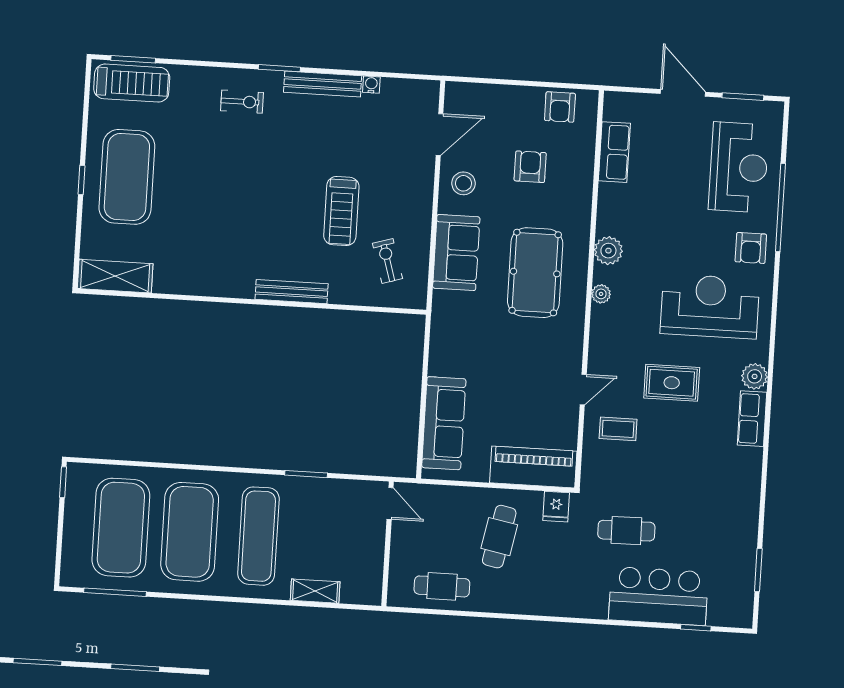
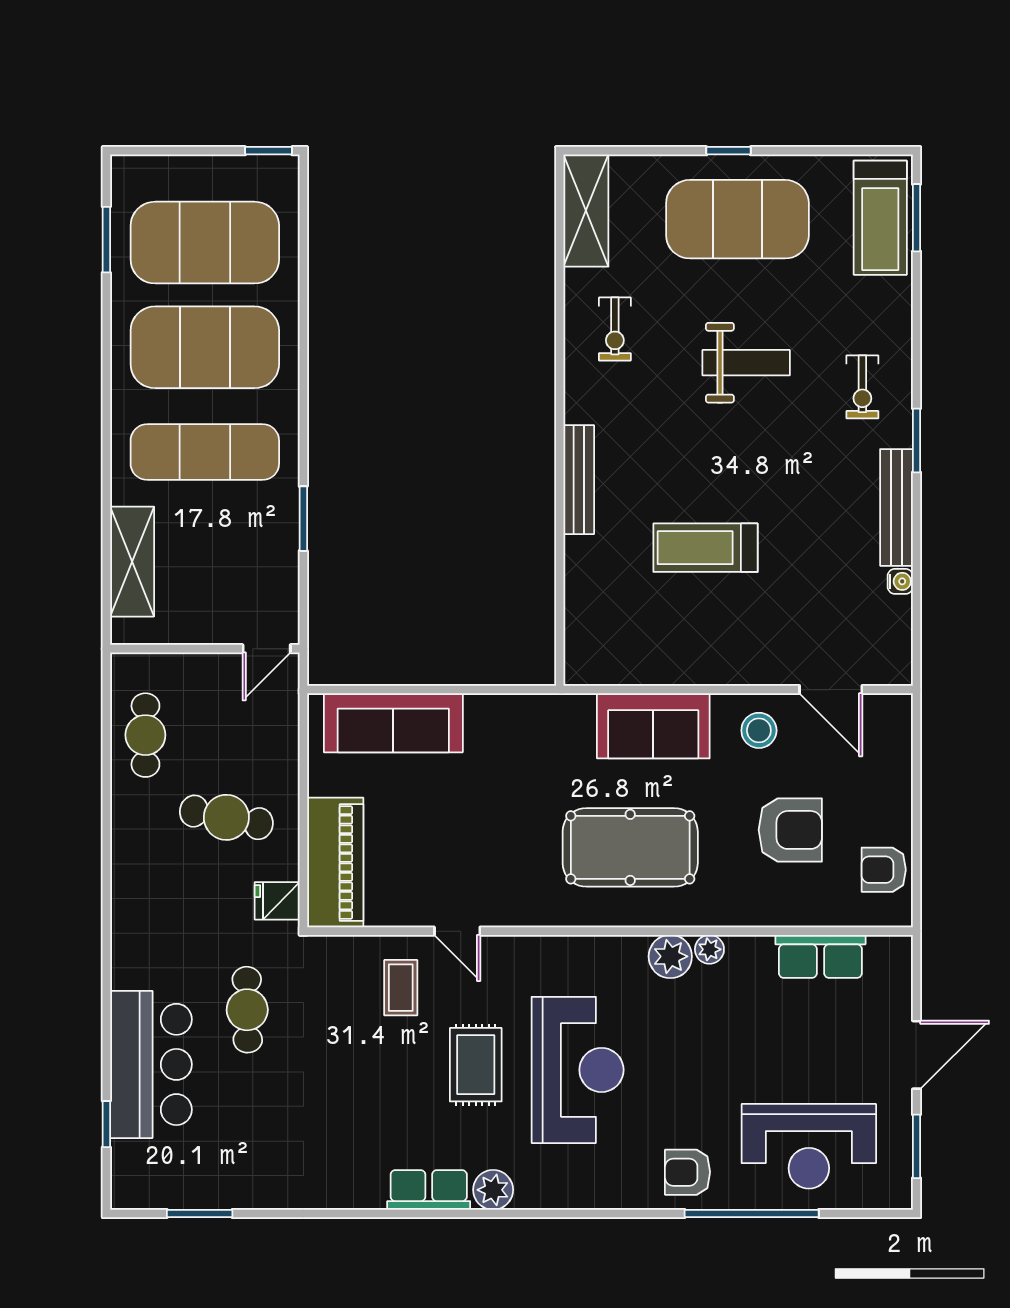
armchair: (530, 167) -> (790, 830), width x1.38, depth x1.38
weight bench: (221, 177) -> (746, 363), added
exercise bike: (387, 261) -> (615, 329), moved, turned 107
plant: (601, 294) -> (709, 949), moved
reception desk: (710, 306) -> (578, 1070), moved
shelving: (315, 591) -> (132, 562), width x1.50, depth x1.33
window: (115, 592) -> (106, 240), width x0.69

